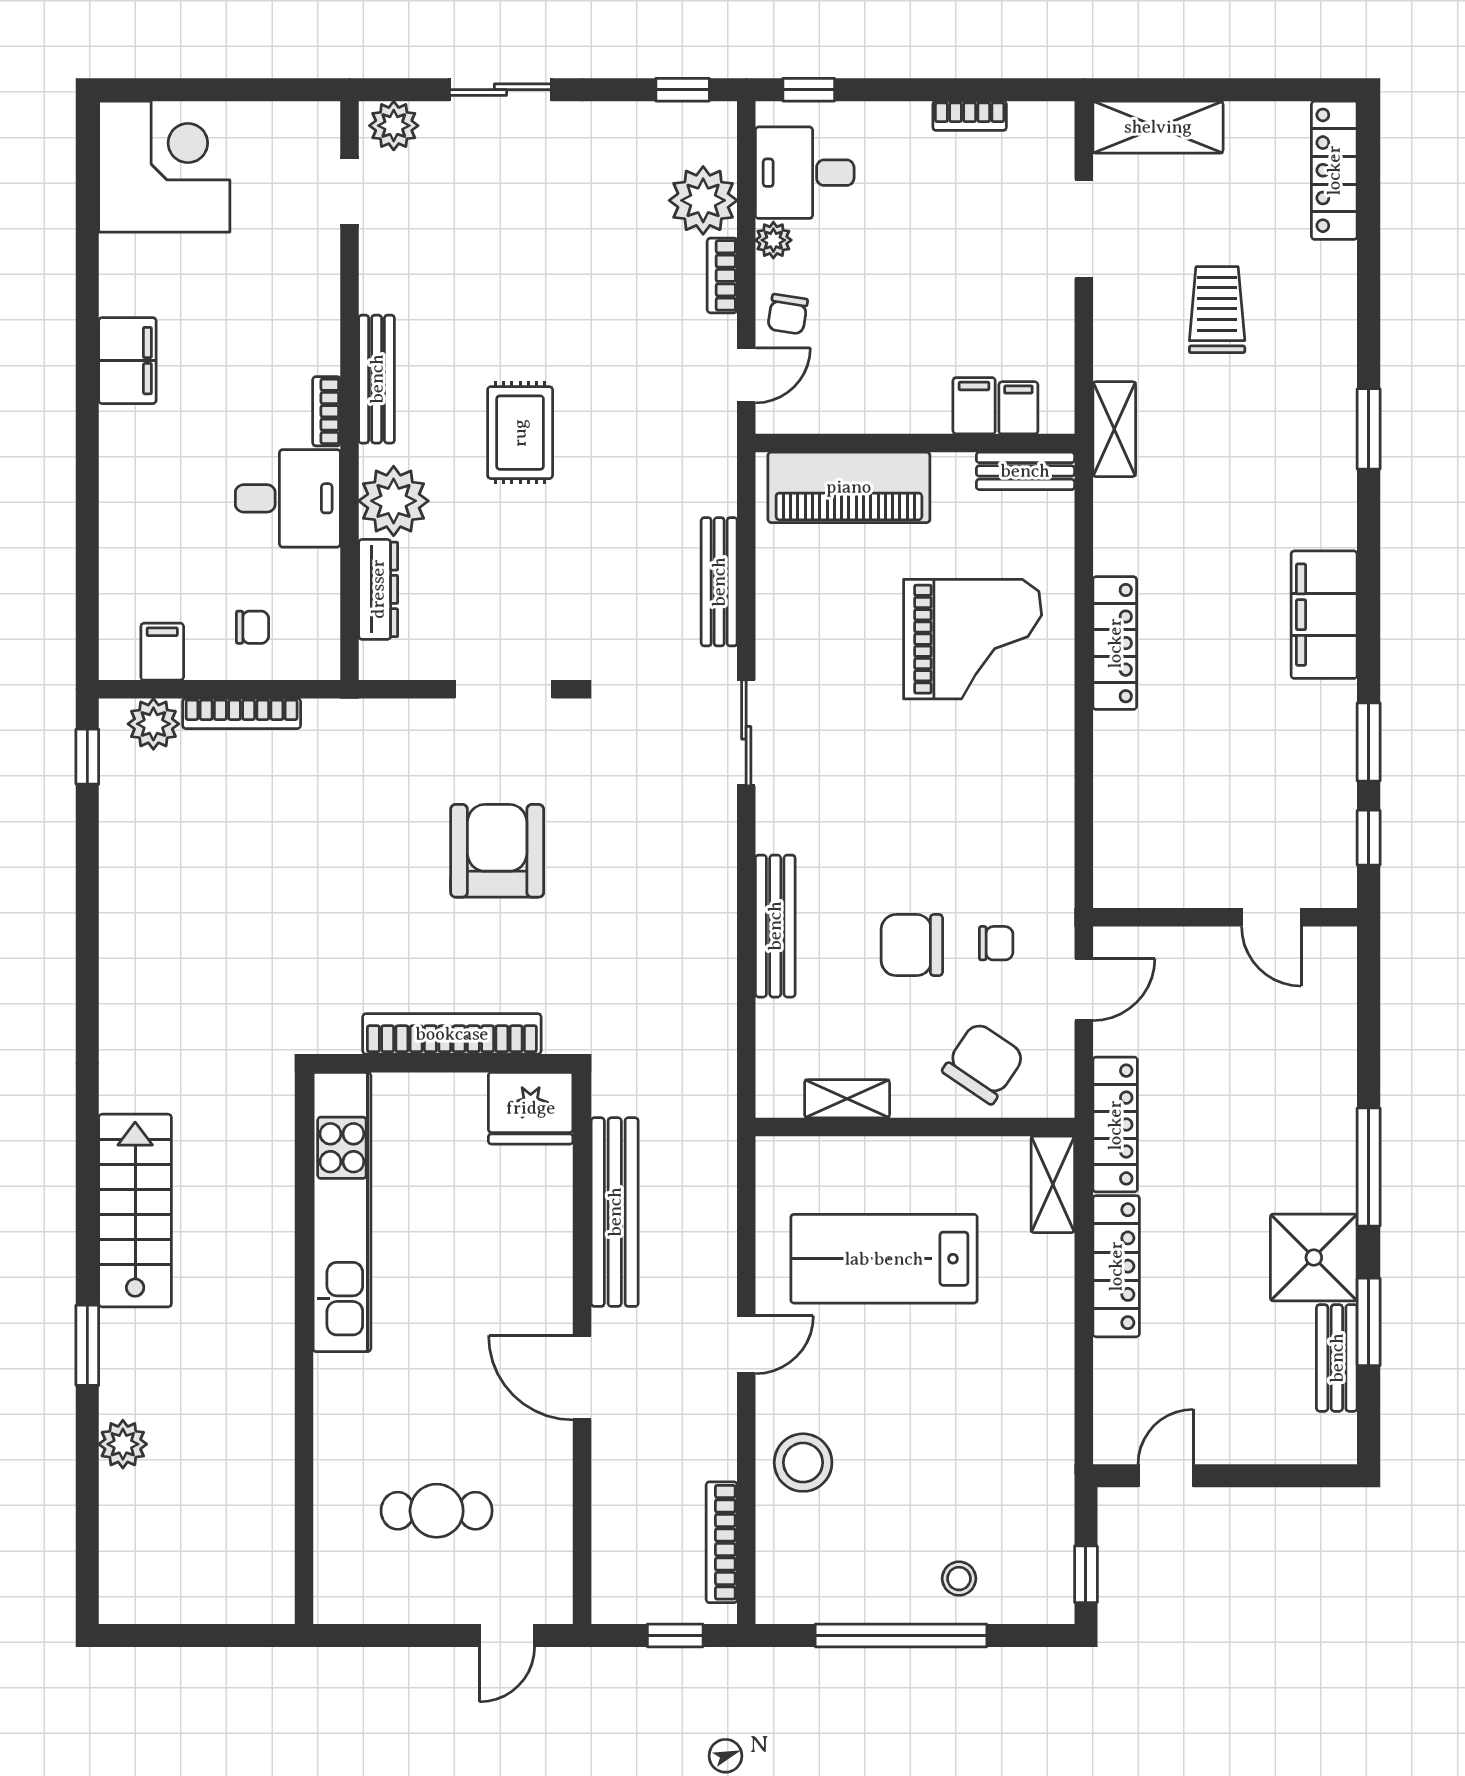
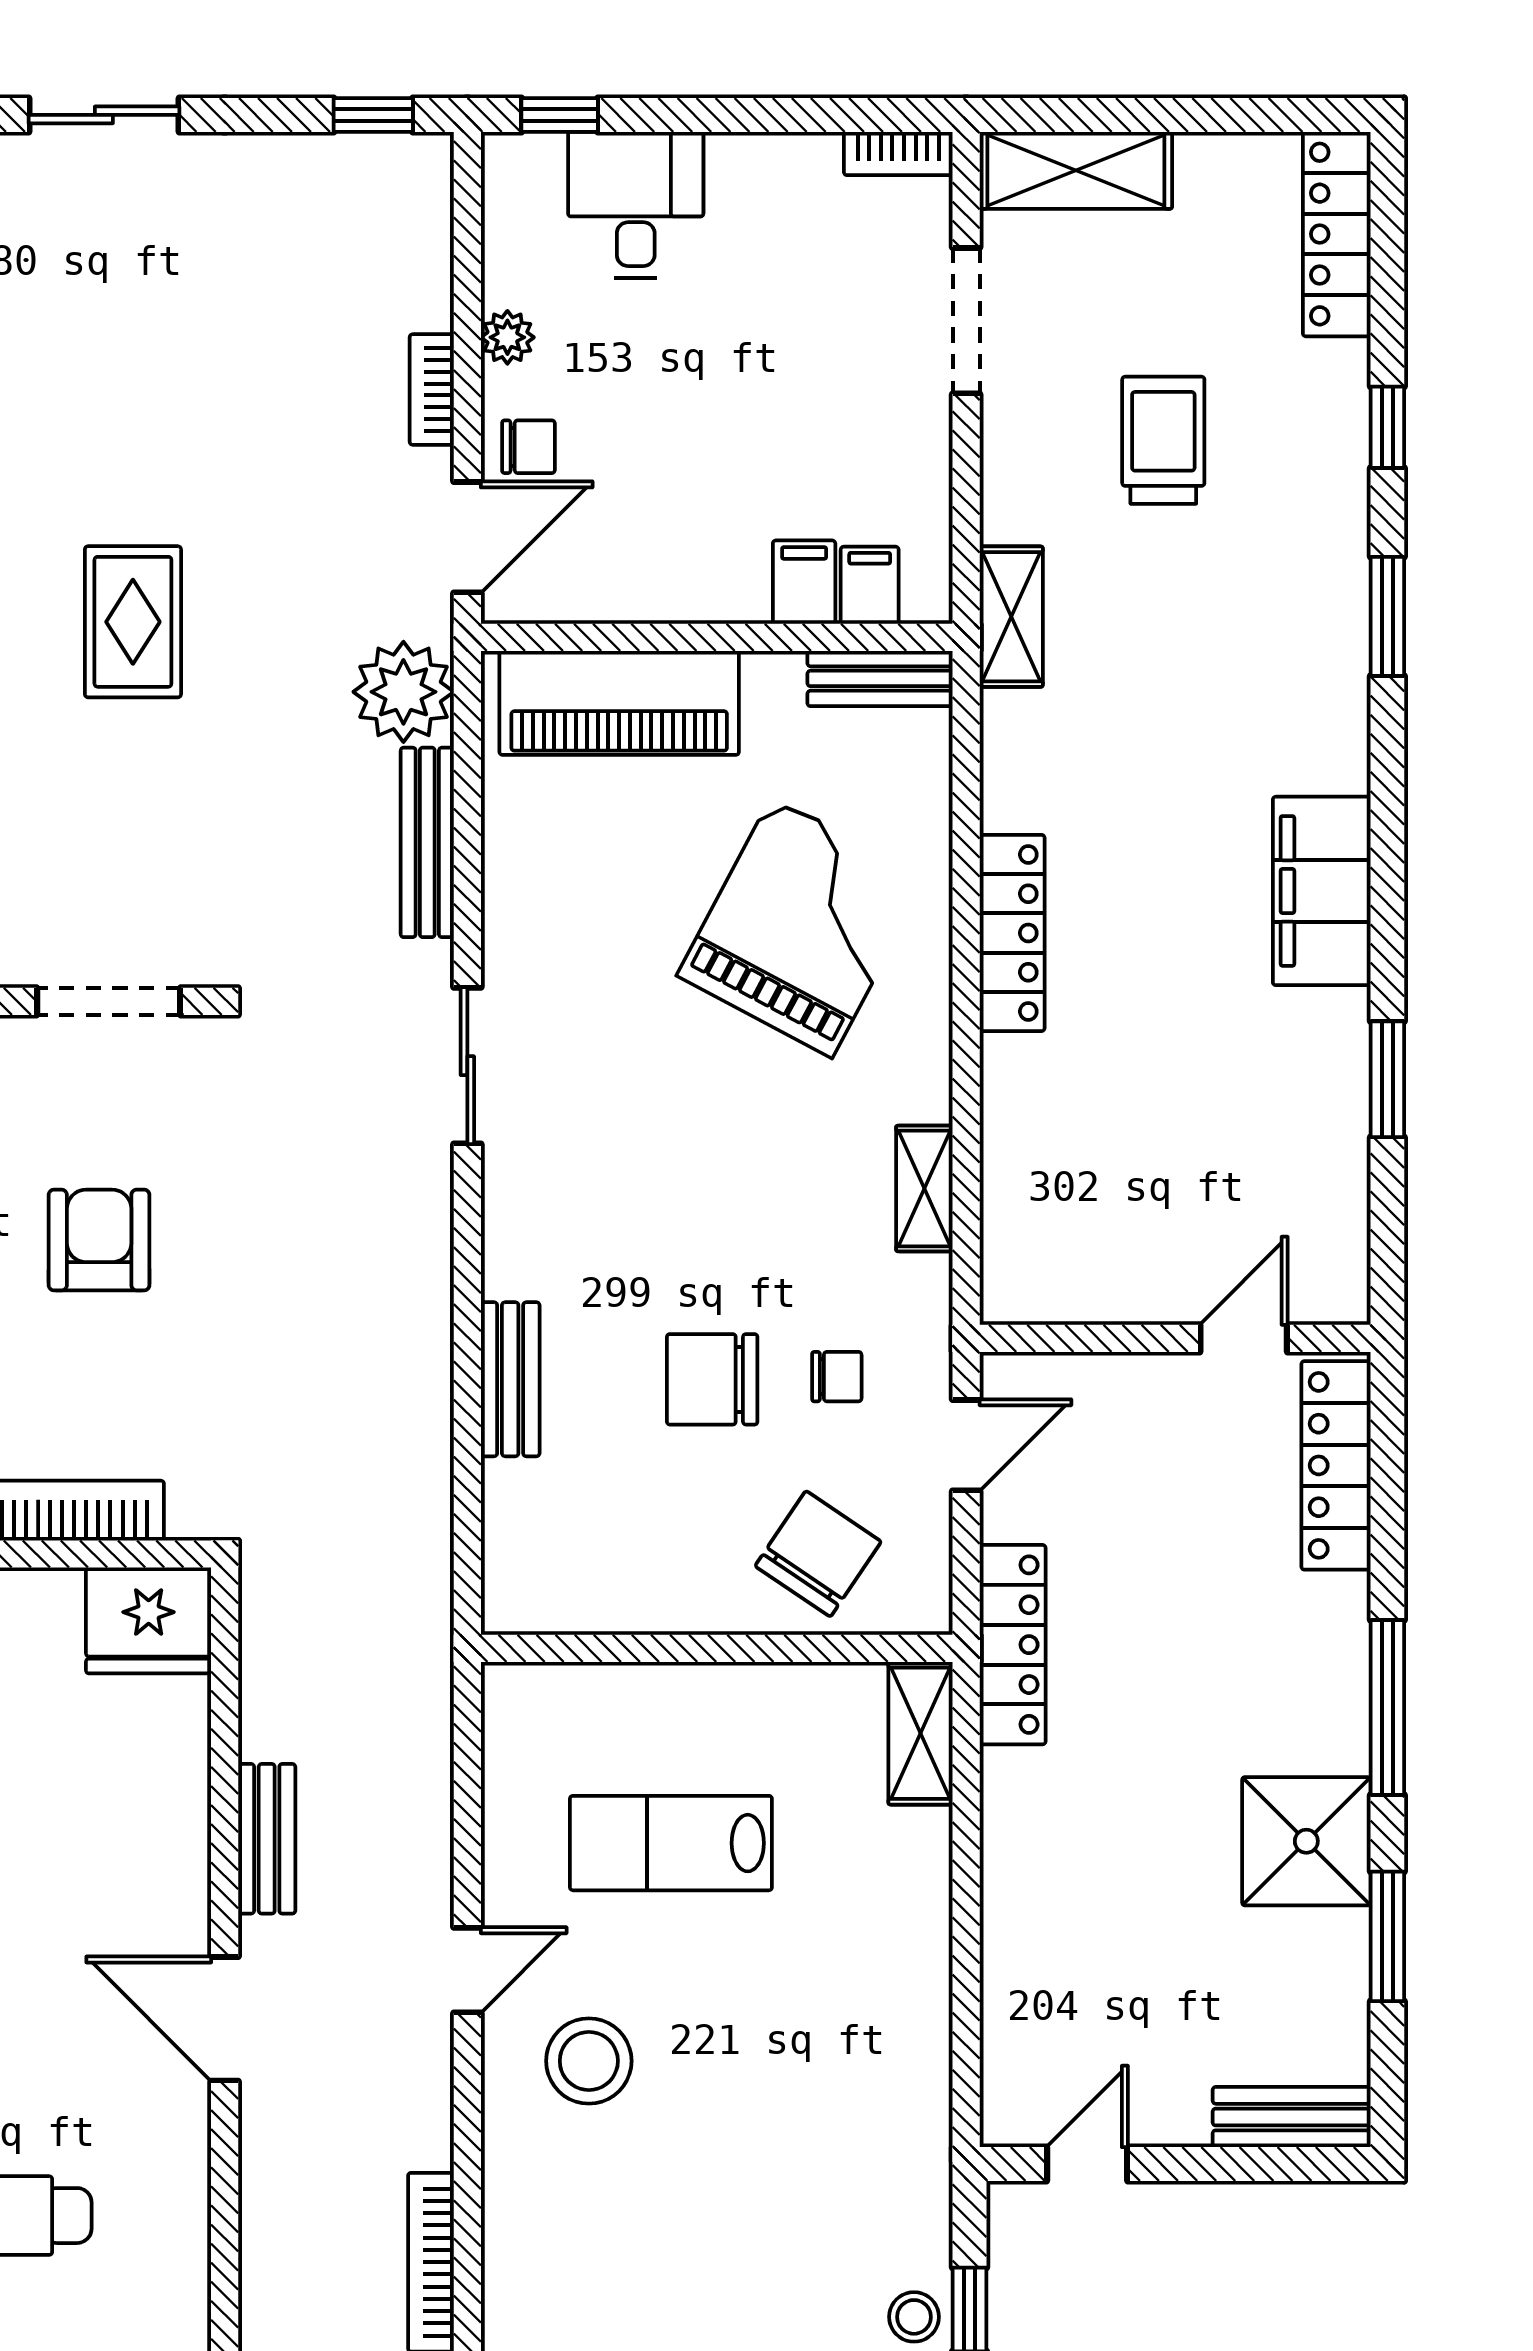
bookcase: (970, 116) -> (898, 153), moved
desk: (805, 173) -> (636, 205), moved, turned 90
plant: (703, 200) -> (403, 692), moved
chair: (788, 314) -> (528, 447), turned -99
door: (746, 375) -> (467, 537), width x1.38
grand piano: (973, 639) -> (802, 927), turned -62
window: (1369, 838) -> (1387, 427), moved
armchair: (497, 851) -> (99, 1240), width x0.73, depth x0.73
door: (1271, 917) -> (1244, 1338), swing flipped
bench: (775, 926) -> (510, 1379), width x0.73
shelving: (847, 1099) -> (924, 1188), moved, turned 90
bench: (615, 1212) -> (267, 1839), width x0.54, depth x0.82
lab bench: (884, 1259) -> (671, 1843), width x0.73, depth x0.72
locker: (1116, 1266) -> (1336, 1465), moved, turned 180
bench: (1337, 1358) -> (1292, 2117), moved, turned 90
stool: (803, 1463) -> (589, 2061), moved
stool: (959, 1579) -> (914, 2317), moved

